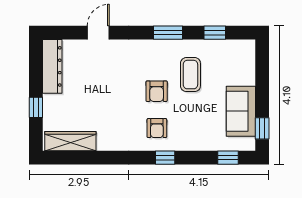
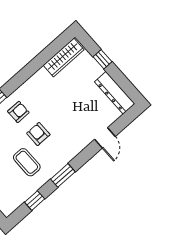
armchair: (157, 128) -> (18, 112), turned 90

